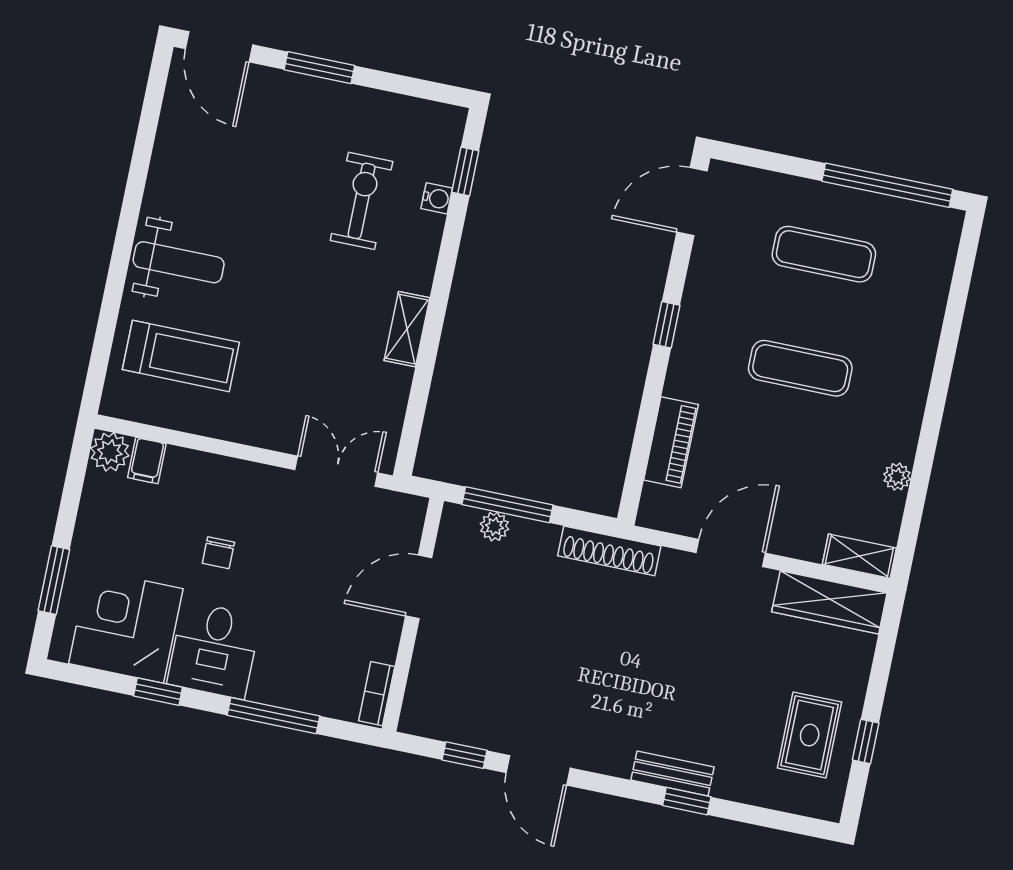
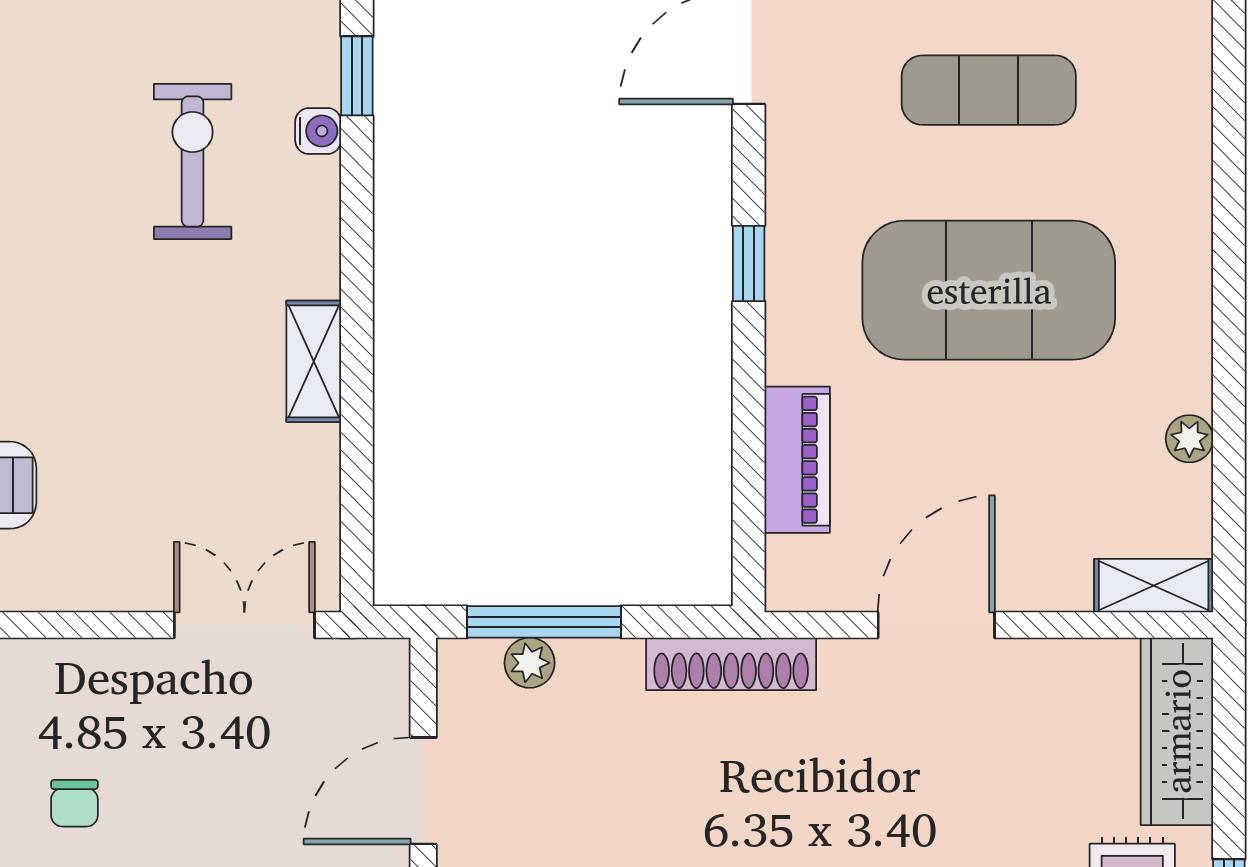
exercise mat: (800, 368) -> (989, 290), width x2.00, depth x1.45
wardrobe: (829, 602) -> (1177, 731), moved, turned 90

